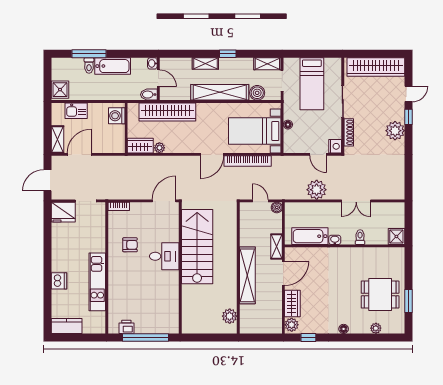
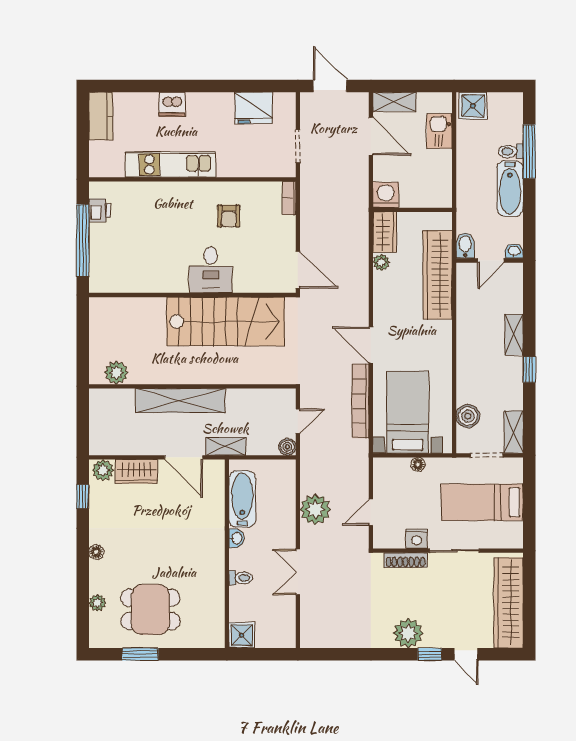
shelving: (220, 92) -> (469, 357), removed
washing machine: (117, 116) -> (386, 195), moved
nightstand: (335, 146) -> (417, 539), moved
fridge: (63, 212) -> (253, 108), moved, turned -90
dining table: (380, 295) -> (150, 609), turned 90

